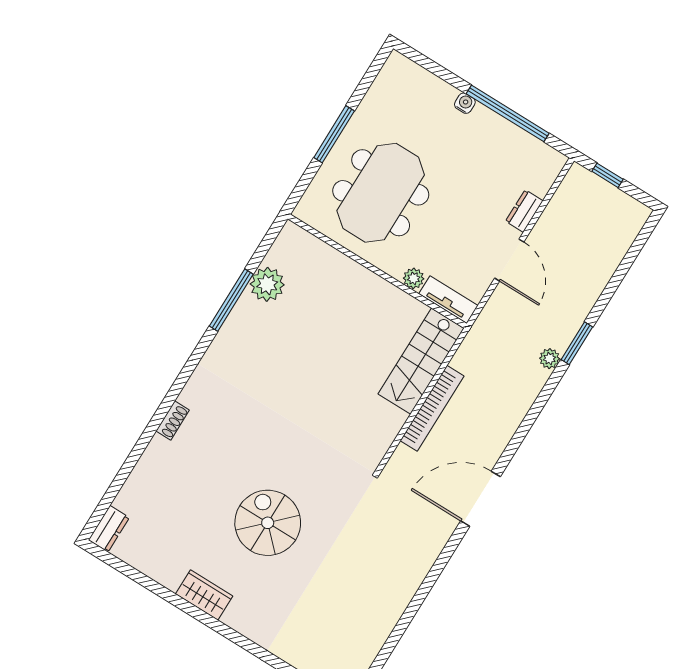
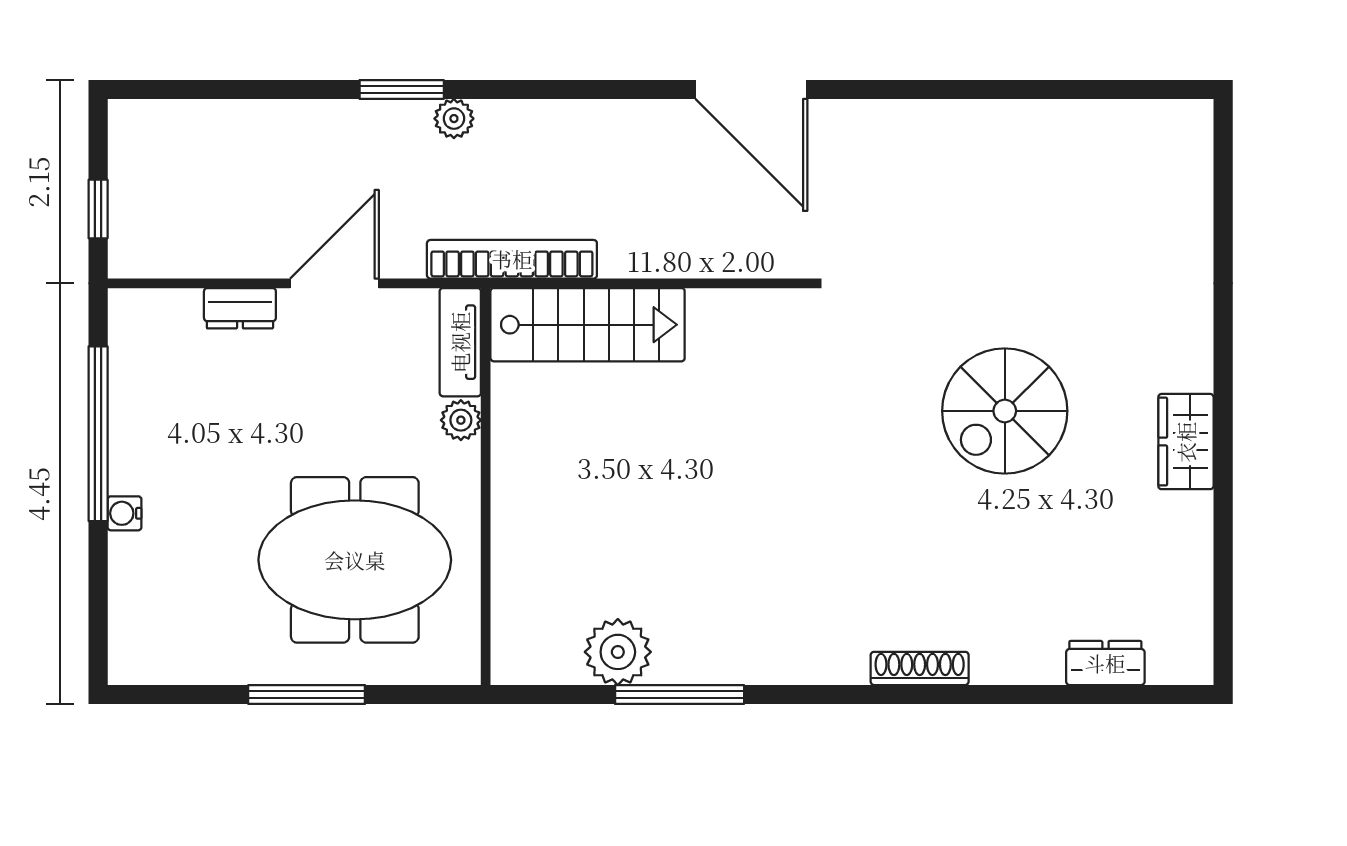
bookcase: (432, 408) -> (512, 259), moved
shoe rack: (173, 421) -> (920, 668), width x1.43
dresser: (109, 529) -> (1105, 663), moved

